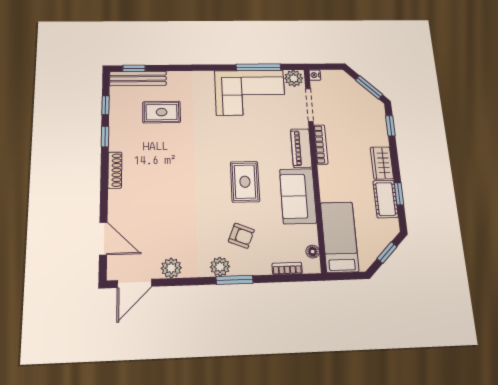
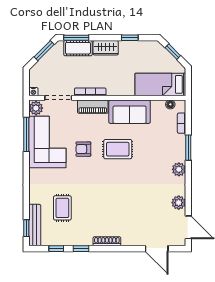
window: (390, 126) -> (76, 38), width x1.50
cot: (386, 199) -> (78, 48), moved
armchair: (241, 236) -> (83, 149), moved, turned -112
door: (103, 239) -> (157, 249), swing flipped
window: (235, 280) -> (188, 148), moved

